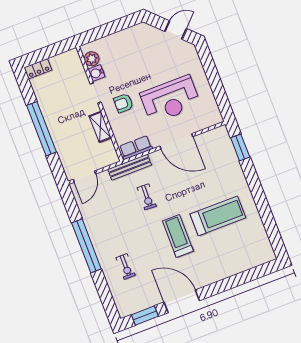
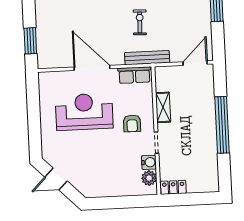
locker: (38, 69) -> (173, 187), moved
armchair: (123, 103) -> (132, 123), turned 90

